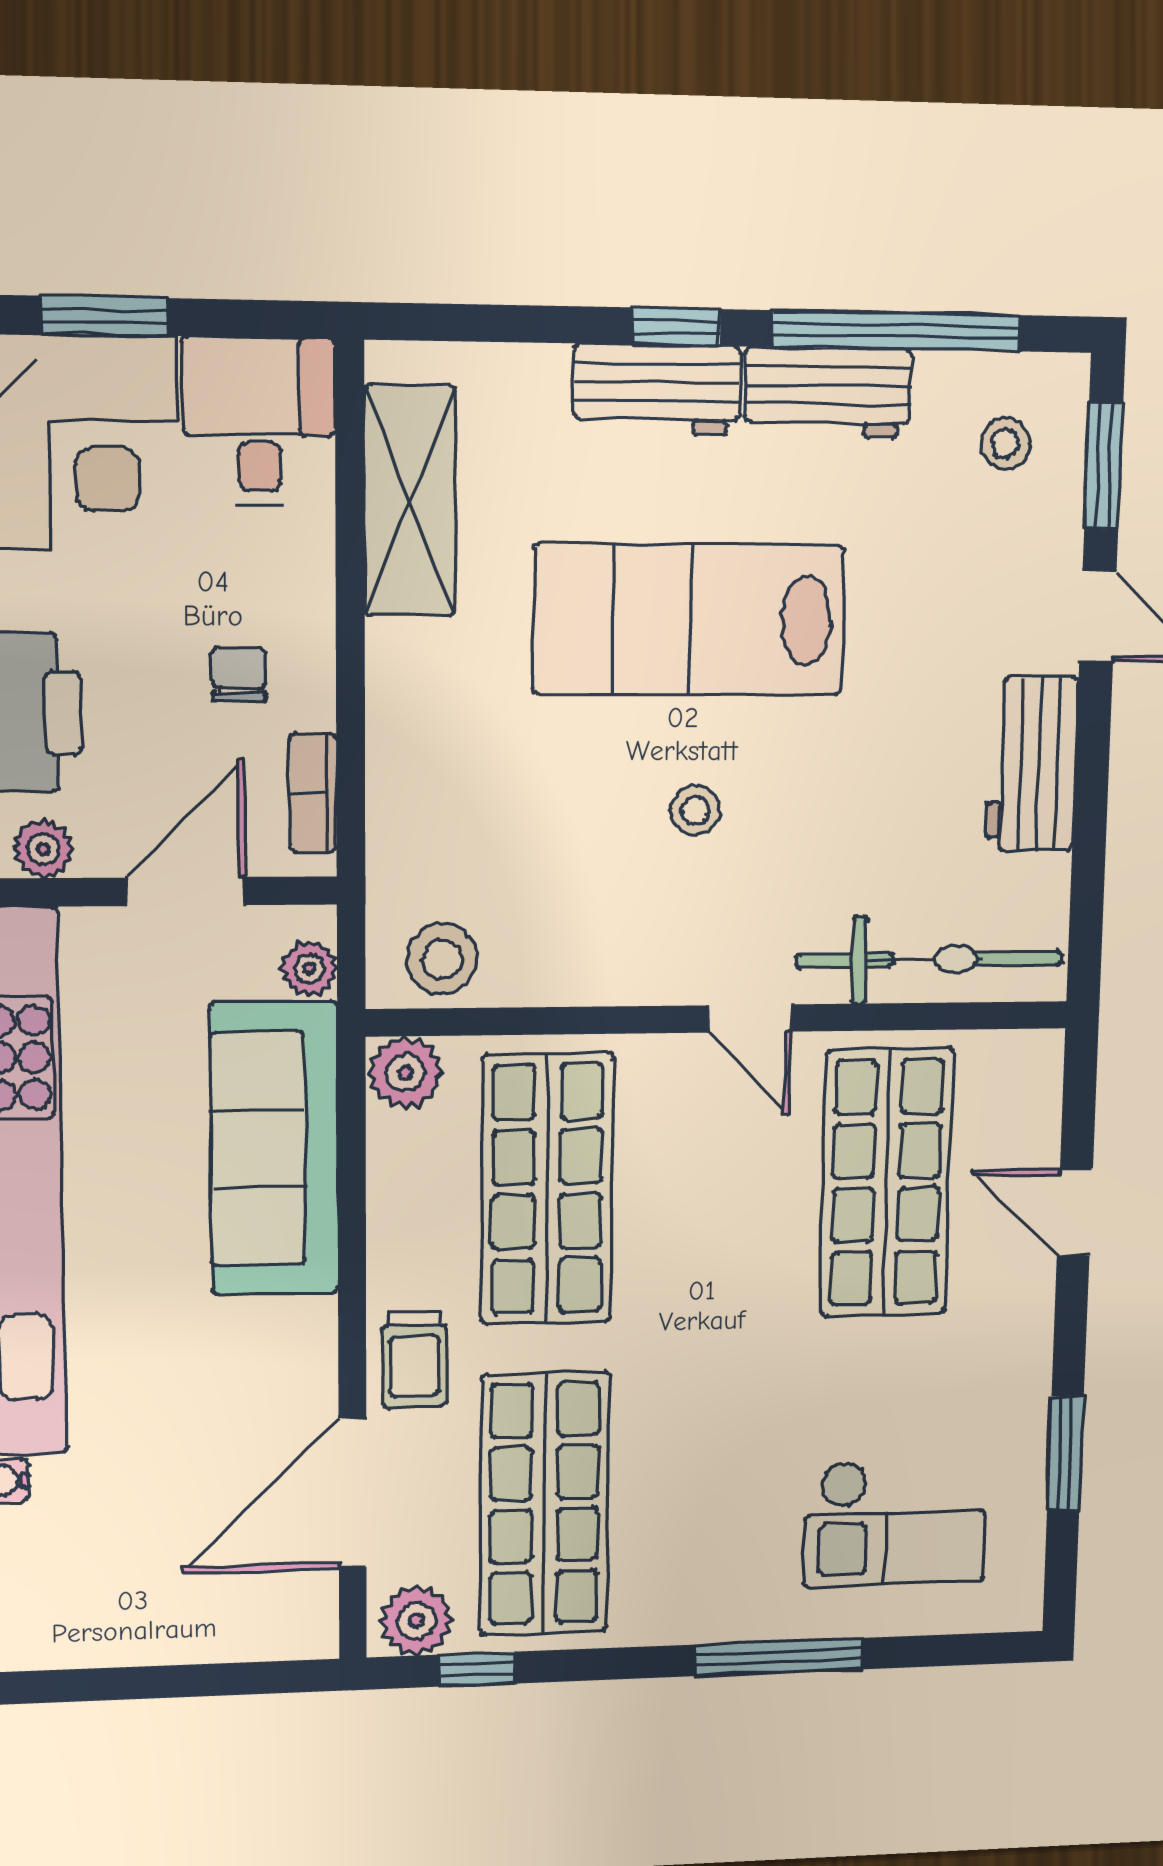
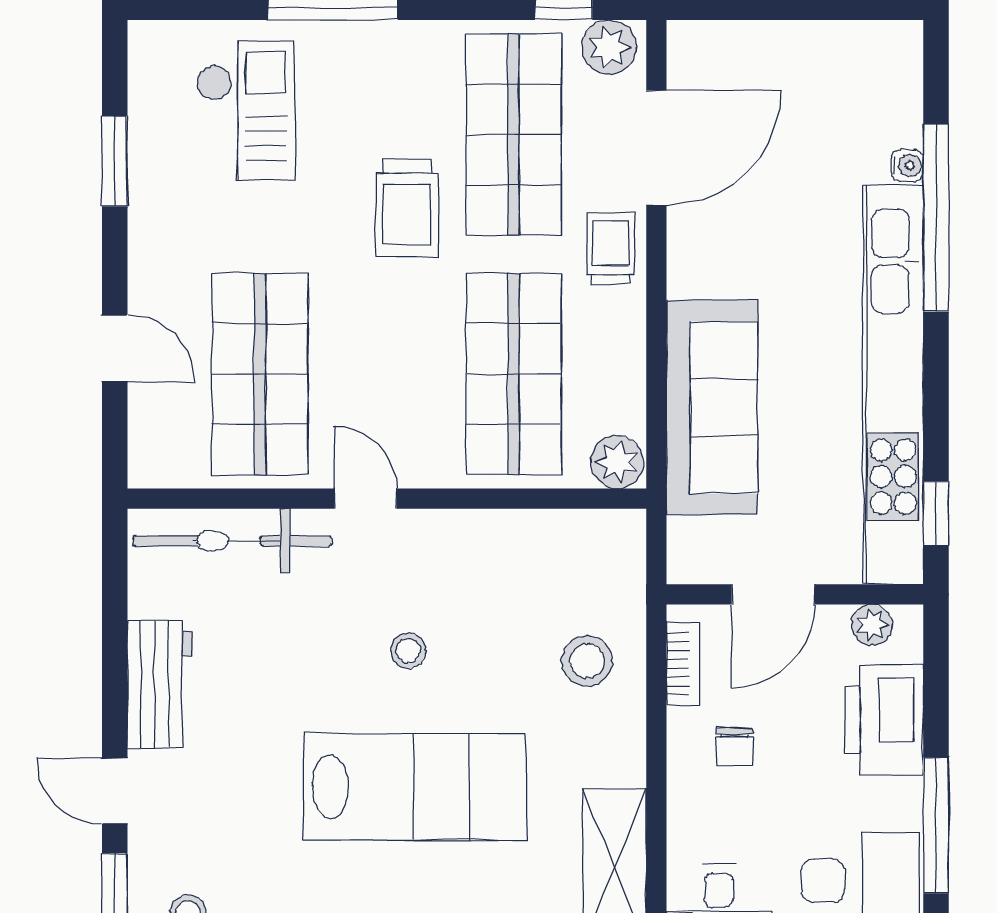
stool: (442, 959) -> (587, 661), moved
plant: (309, 968) -> (686, 539), removed
trolley: (687, 1404) -> (407, 208), added
checkout: (895, 1523) -> (246, 111), turned 90

